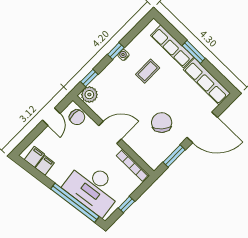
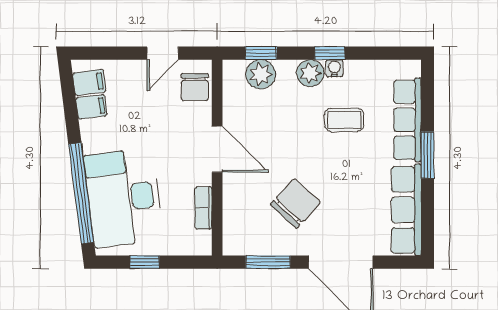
plant: (116, 66) -> (310, 73), added
plant: (89, 95) -> (261, 74), moved
bookcase: (133, 165) -> (203, 208), width x0.64

